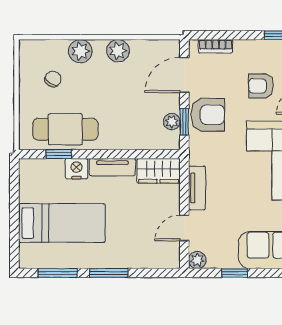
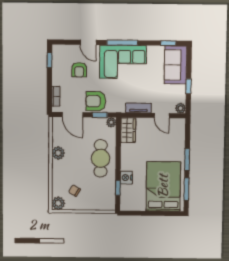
plant: (80, 51) -> (58, 203), moved
armchair: (208, 115) -> (96, 101), turned -90
plant: (172, 122) -> (111, 122), moved
cafe table: (65, 129) -> (101, 158), moved
tv unit: (112, 167) -> (126, 157), removed
bed: (62, 223) -> (163, 186), width x1.50

